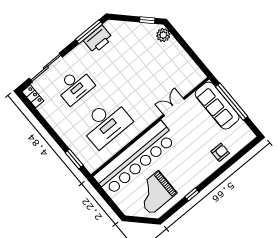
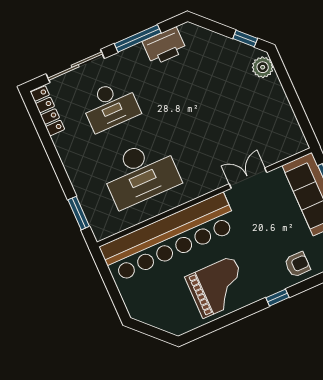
window: (89, 32) -> (138, 38), moved
locker: (33, 96) -> (47, 111), width x1.53
grand piano: (155, 193) -> (218, 287), moved, turned 180
window: (192, 194) -> (277, 298), moved

